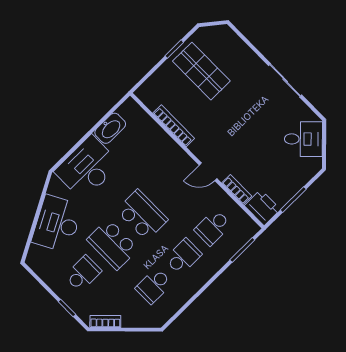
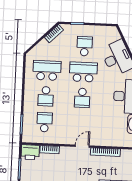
door: (208, 172) -> (82, 146), moved
school desk: (142, 215) -> (82, 98), width x0.54
school desk: (83, 273) -> (84, 46), turned 180
school desk: (154, 286) -> (47, 70), width x1.85

